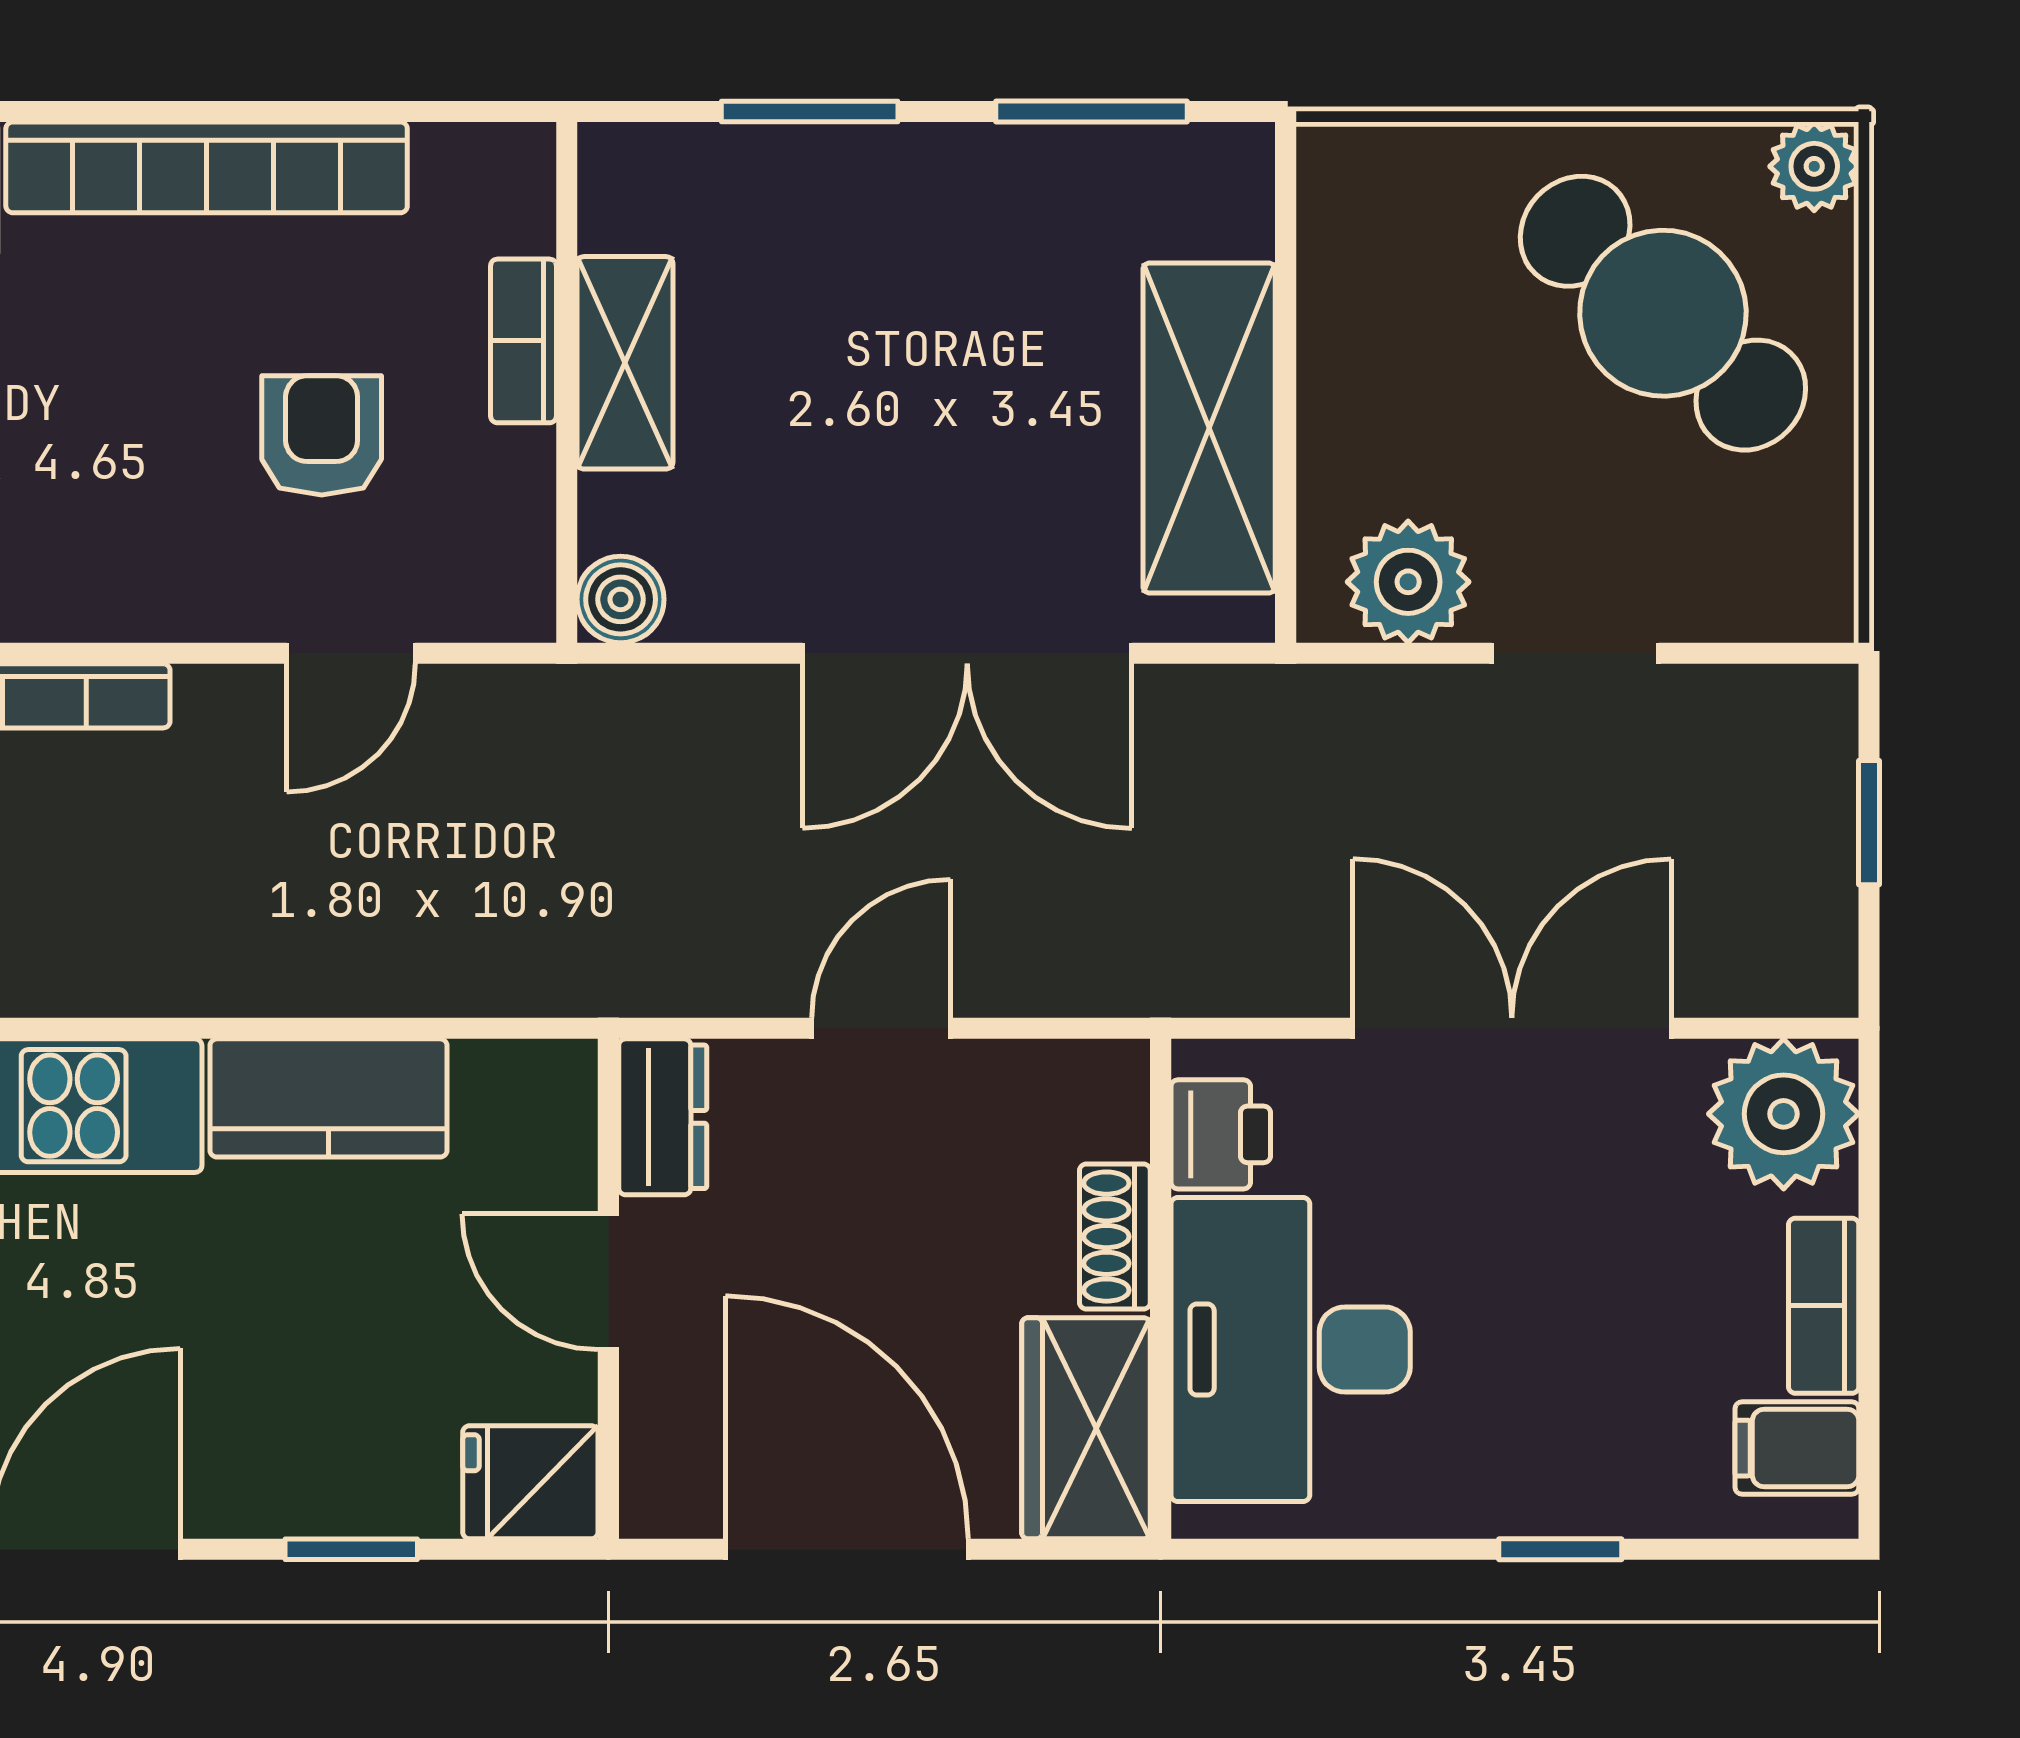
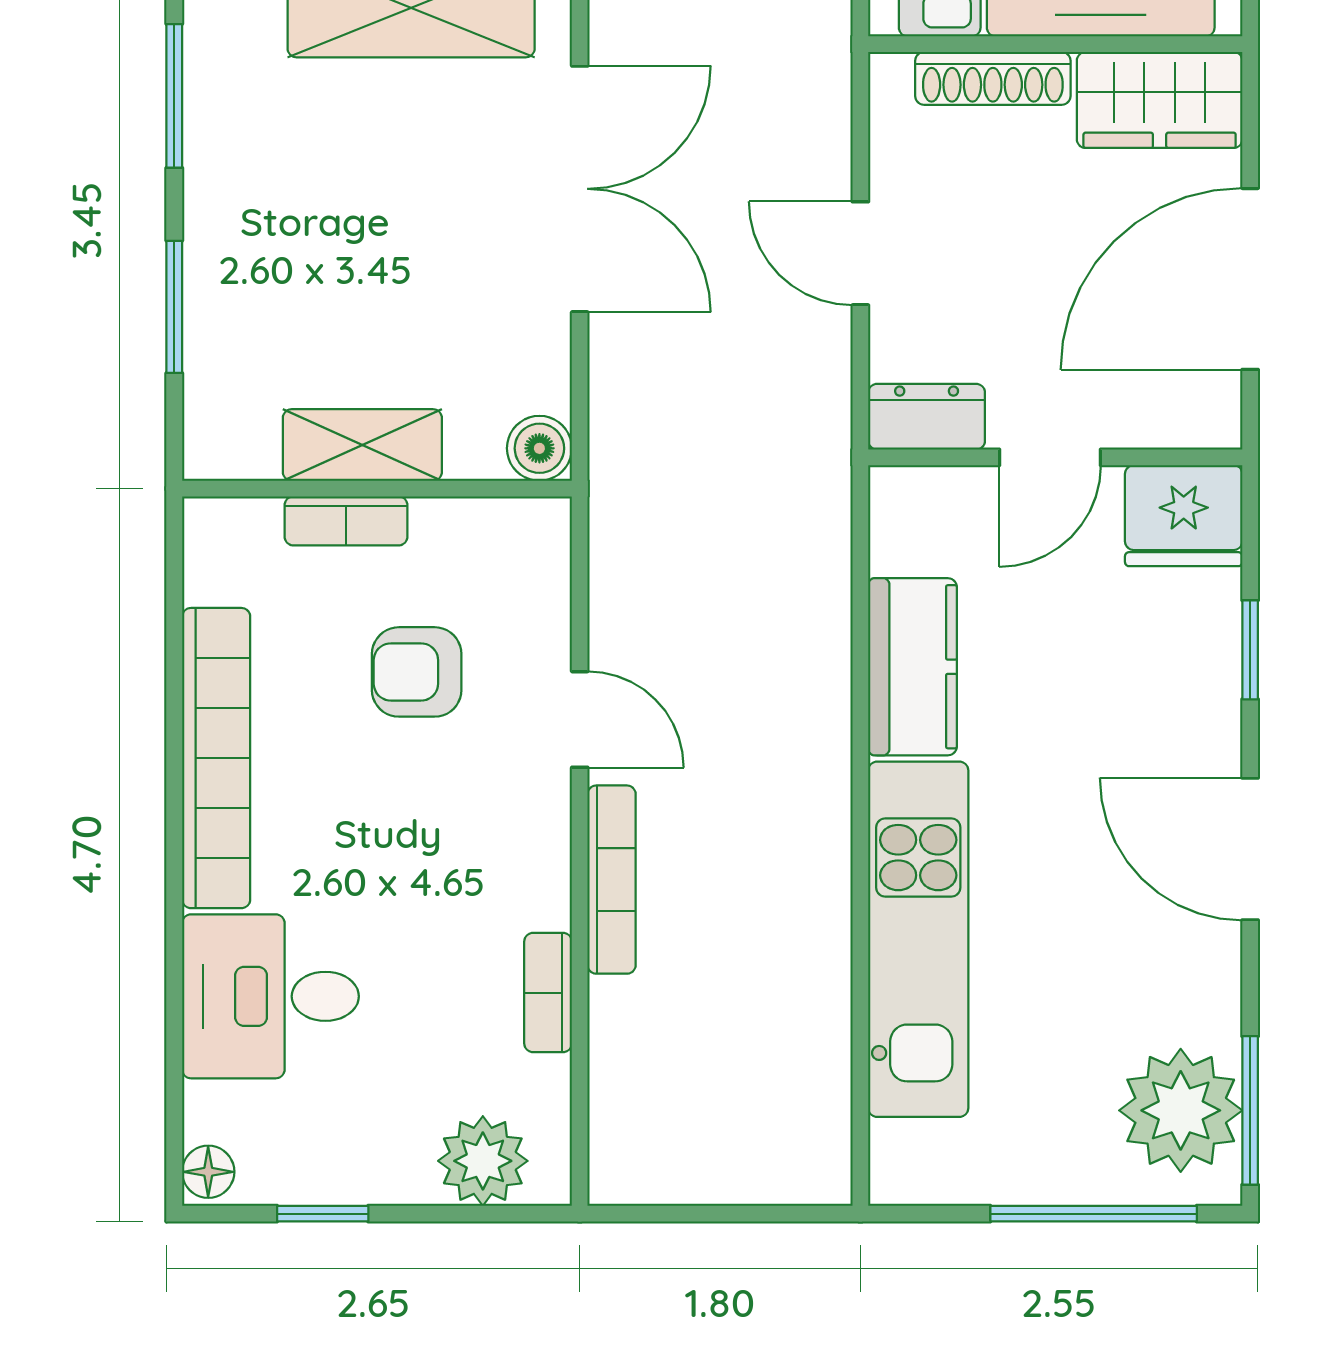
door: (351, 653) -> (580, 719), moved
shoe rack: (1115, 1237) -> (993, 78), width x1.43
fridge: (530, 1482) -> (1184, 516), width x1.38

